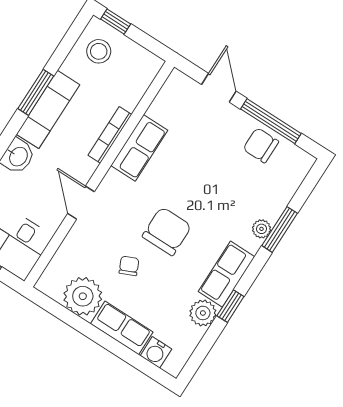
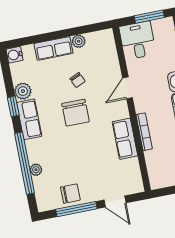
door: (81, 203) -> (127, 88), swing flipped
plant: (262, 229) -> (36, 170), moved
window: (280, 229) -> (25, 163), width x2.11
plant: (83, 296) -> (79, 41), width x0.53, depth x0.53
water cooler: (156, 352) -> (15, 55), moved, turned -90

